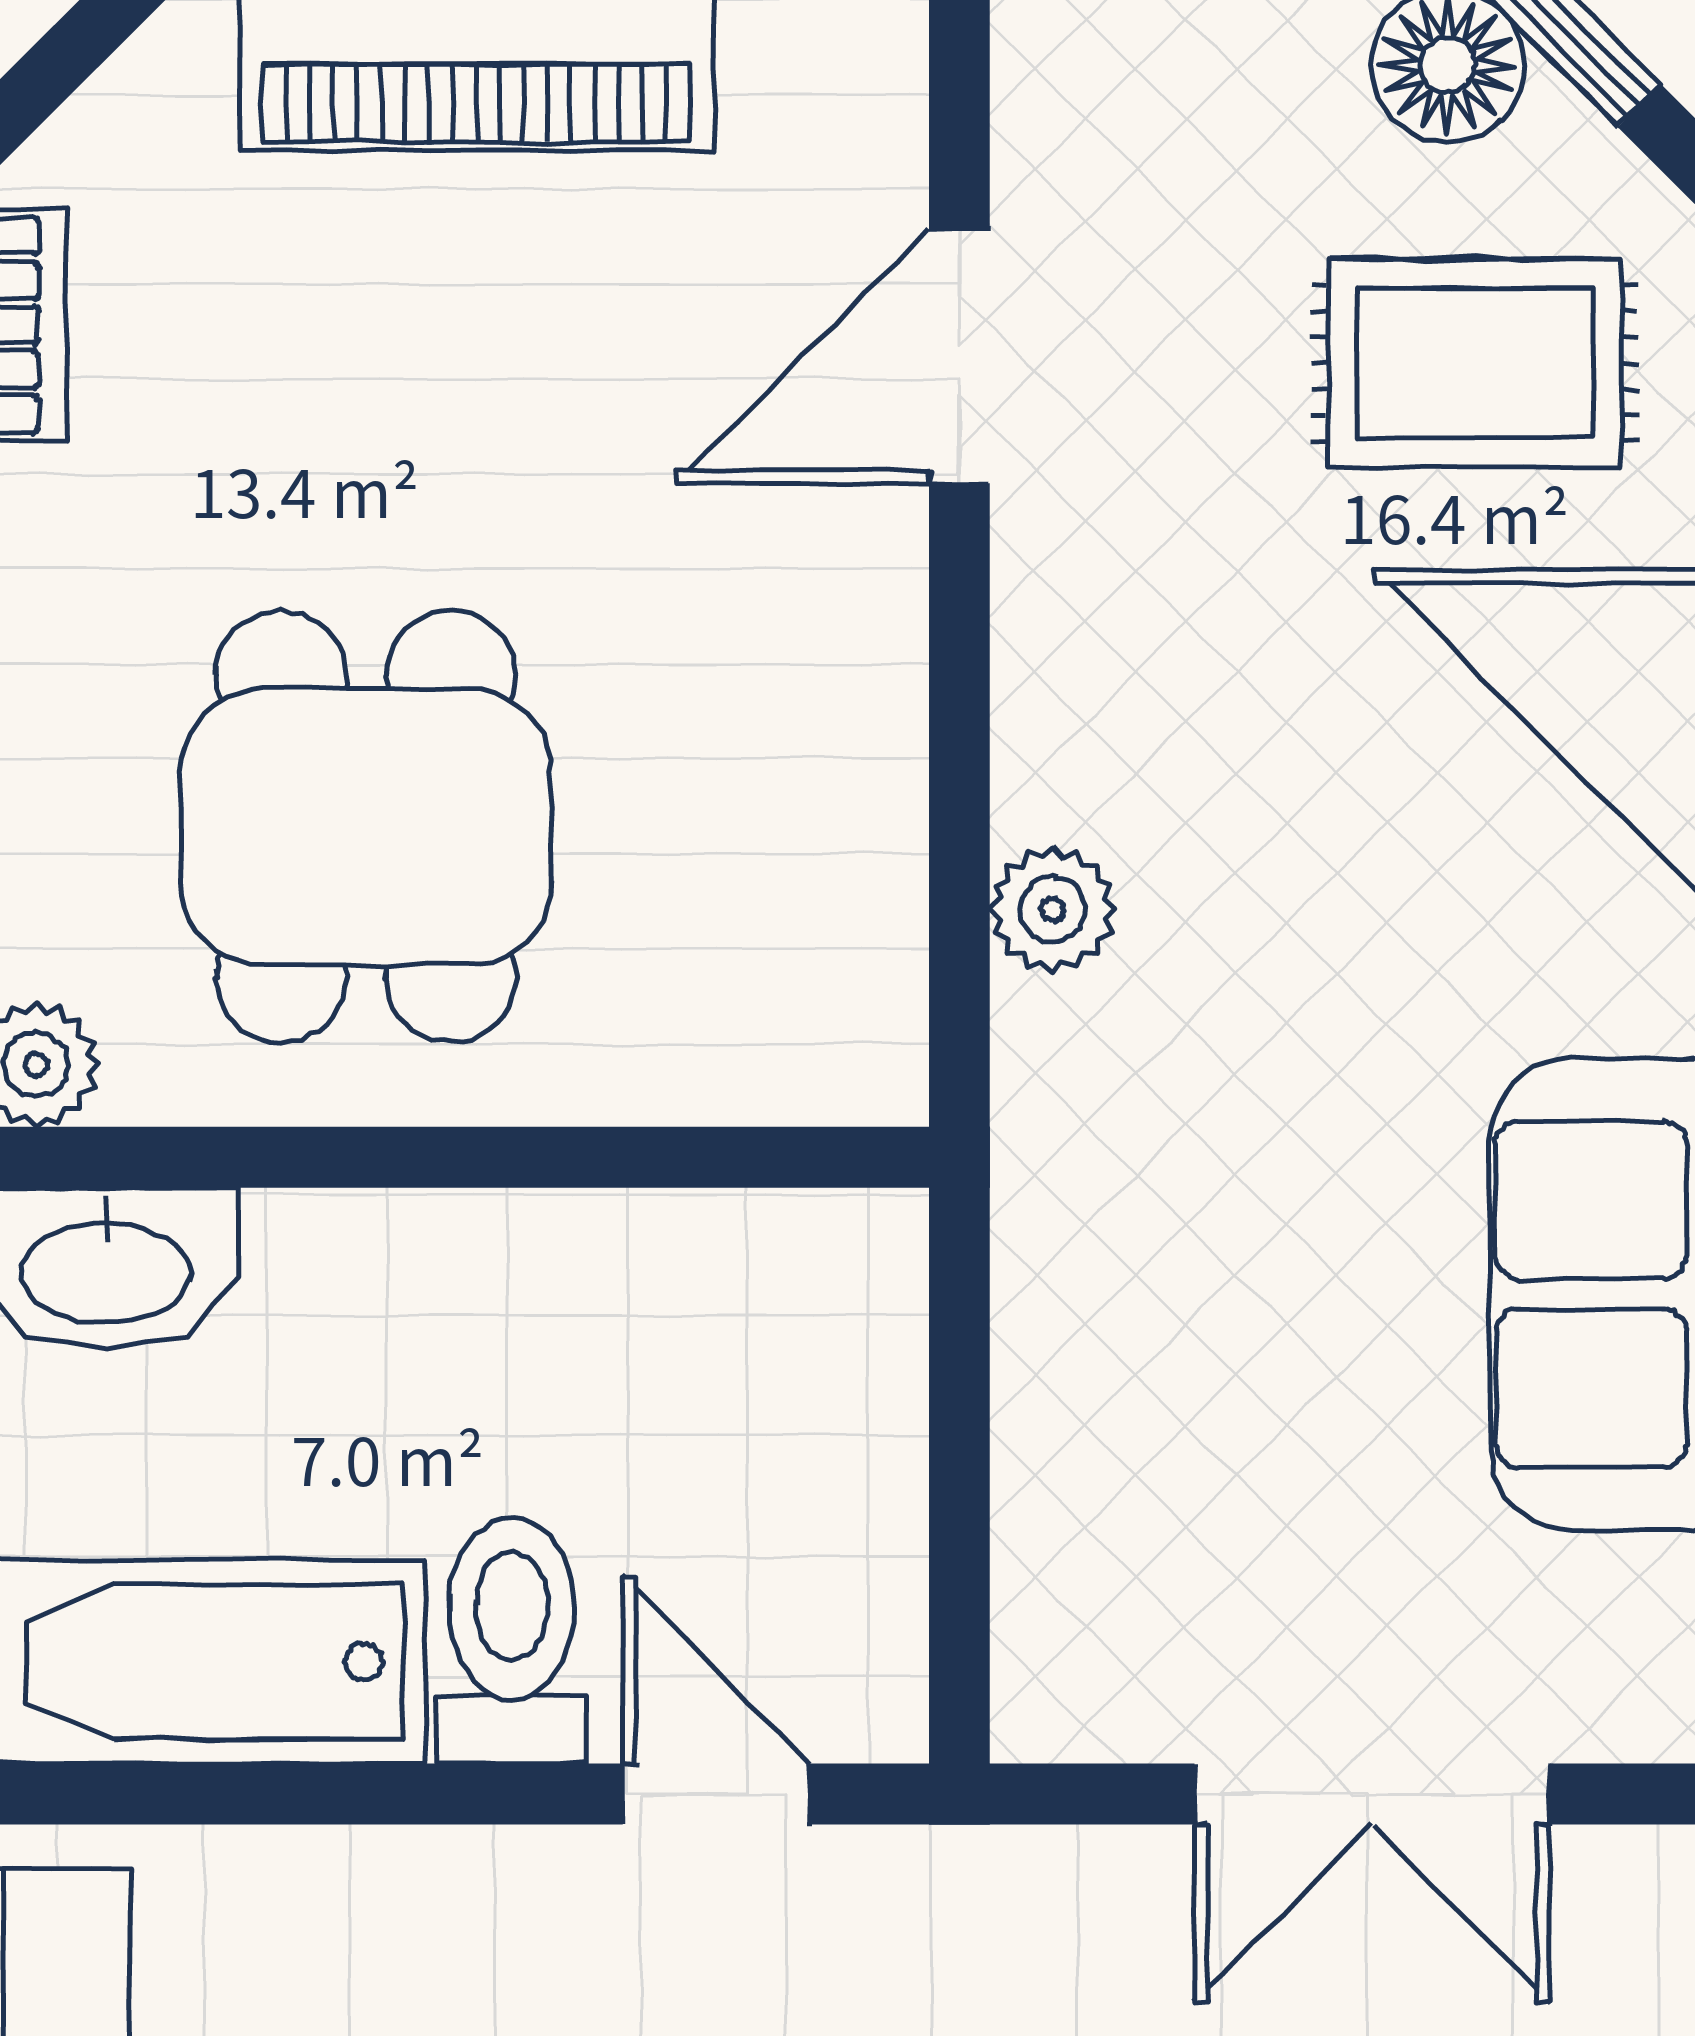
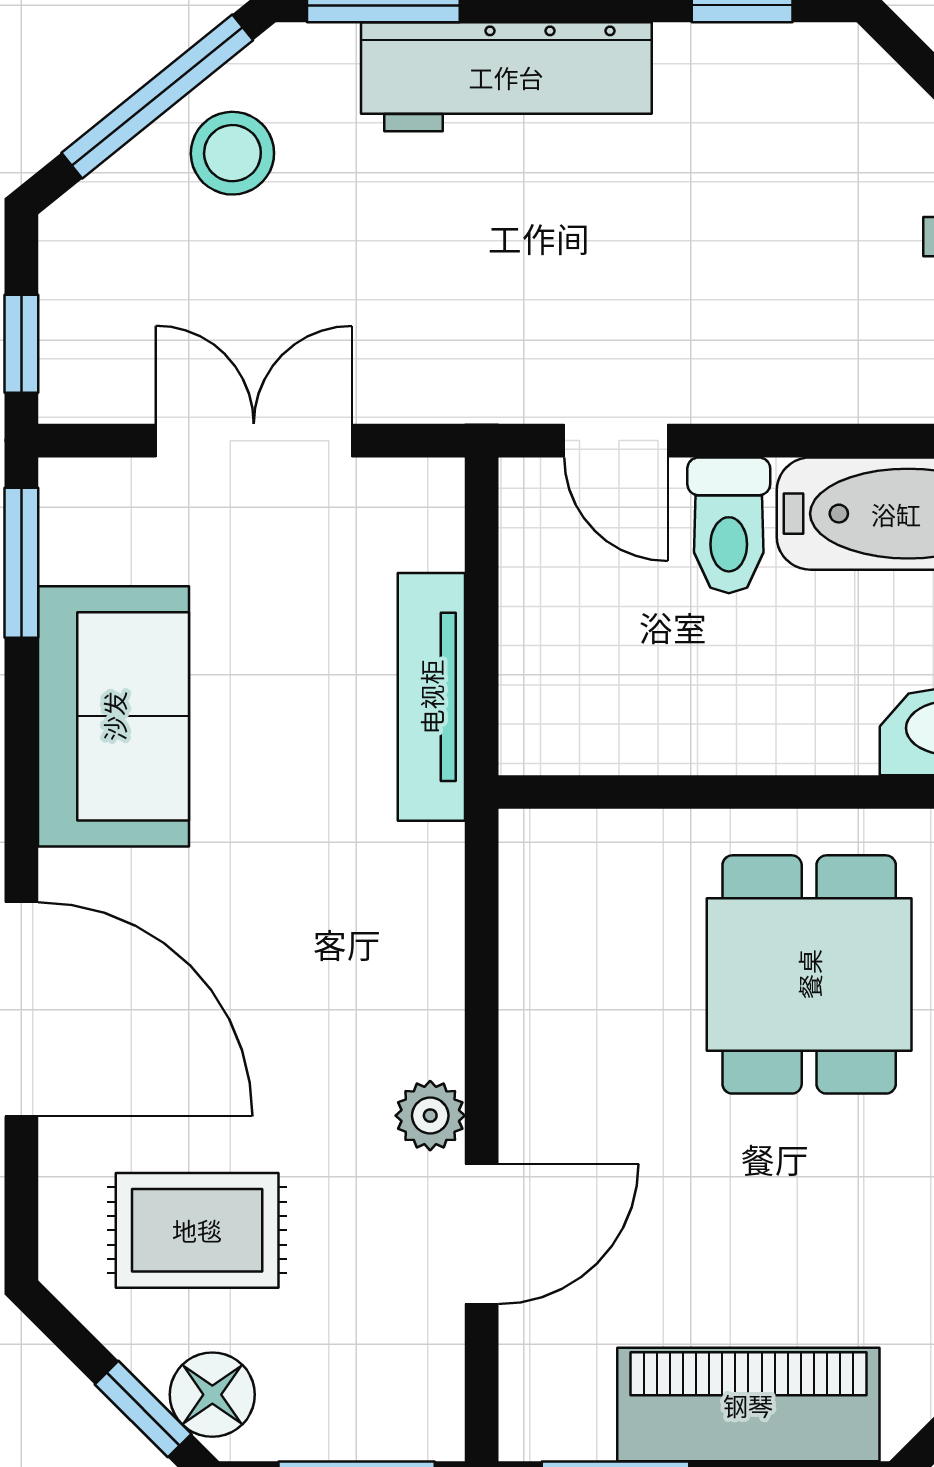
plant: (1053, 910) -> (430, 1116), moved
tv unit: (1051, 1330) -> (431, 697), added

